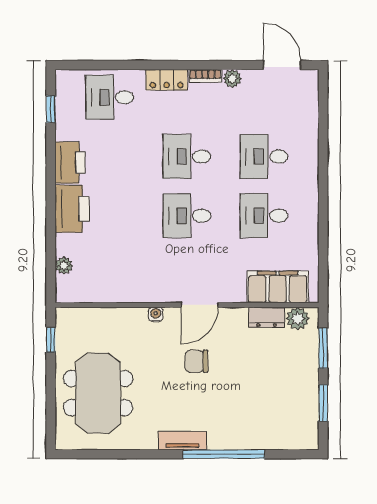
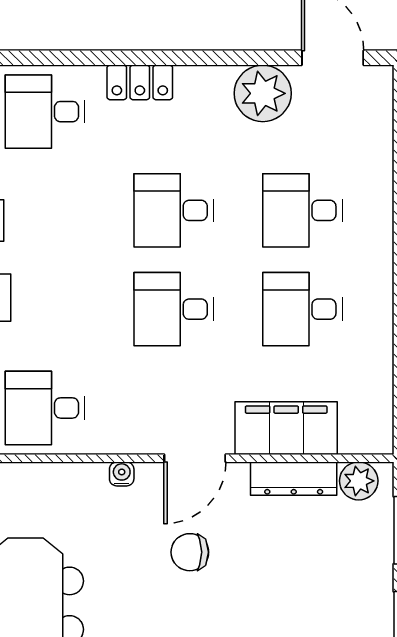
bookcase: (205, 76) -> (204, 76), removed
plant: (232, 78) -> (263, 93), width x1.88, depth x1.88
desk: (110, 275) -> (45, 408), added
filing cabinet: (278, 287) -> (286, 428), moved
dresser: (267, 317) -> (294, 479), width x1.44

